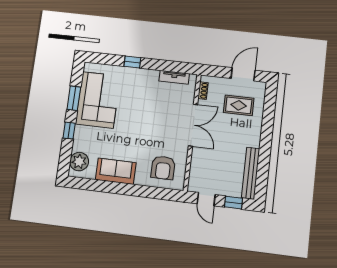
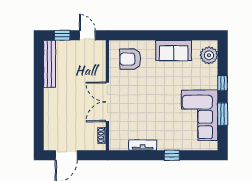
tv unit: (174, 77) -> (143, 145), moved
rug: (239, 105) -> (67, 125), removed
armchair: (163, 168) -> (130, 59), turned -90

